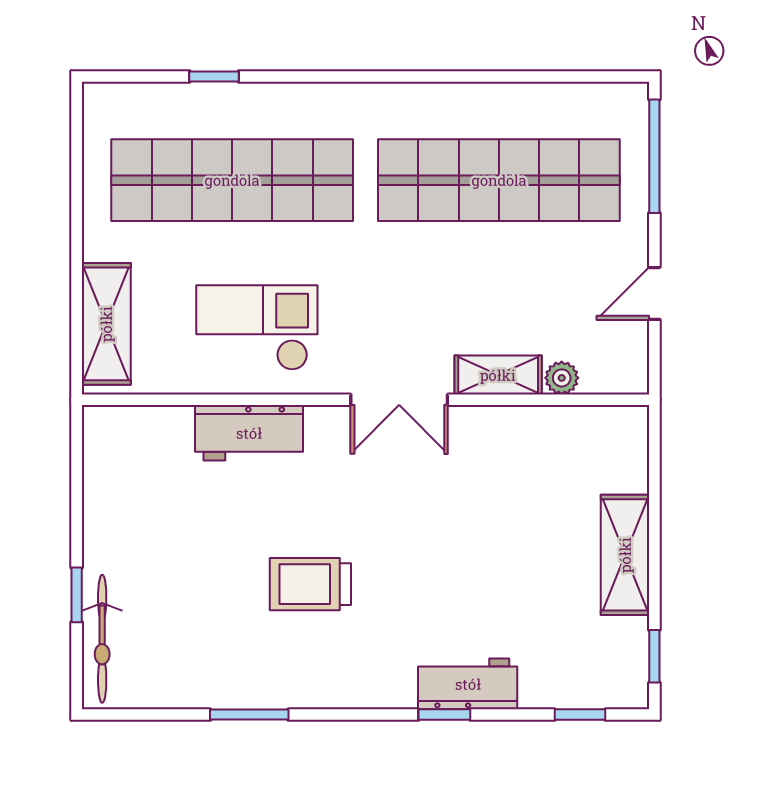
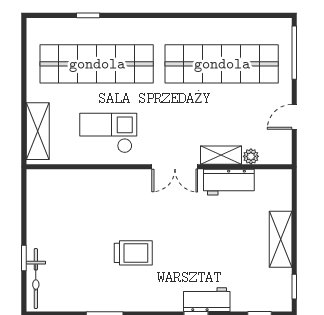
workbench: (249, 433) -> (229, 182), moved
trolley: (310, 584) -> (133, 253), turned 180

